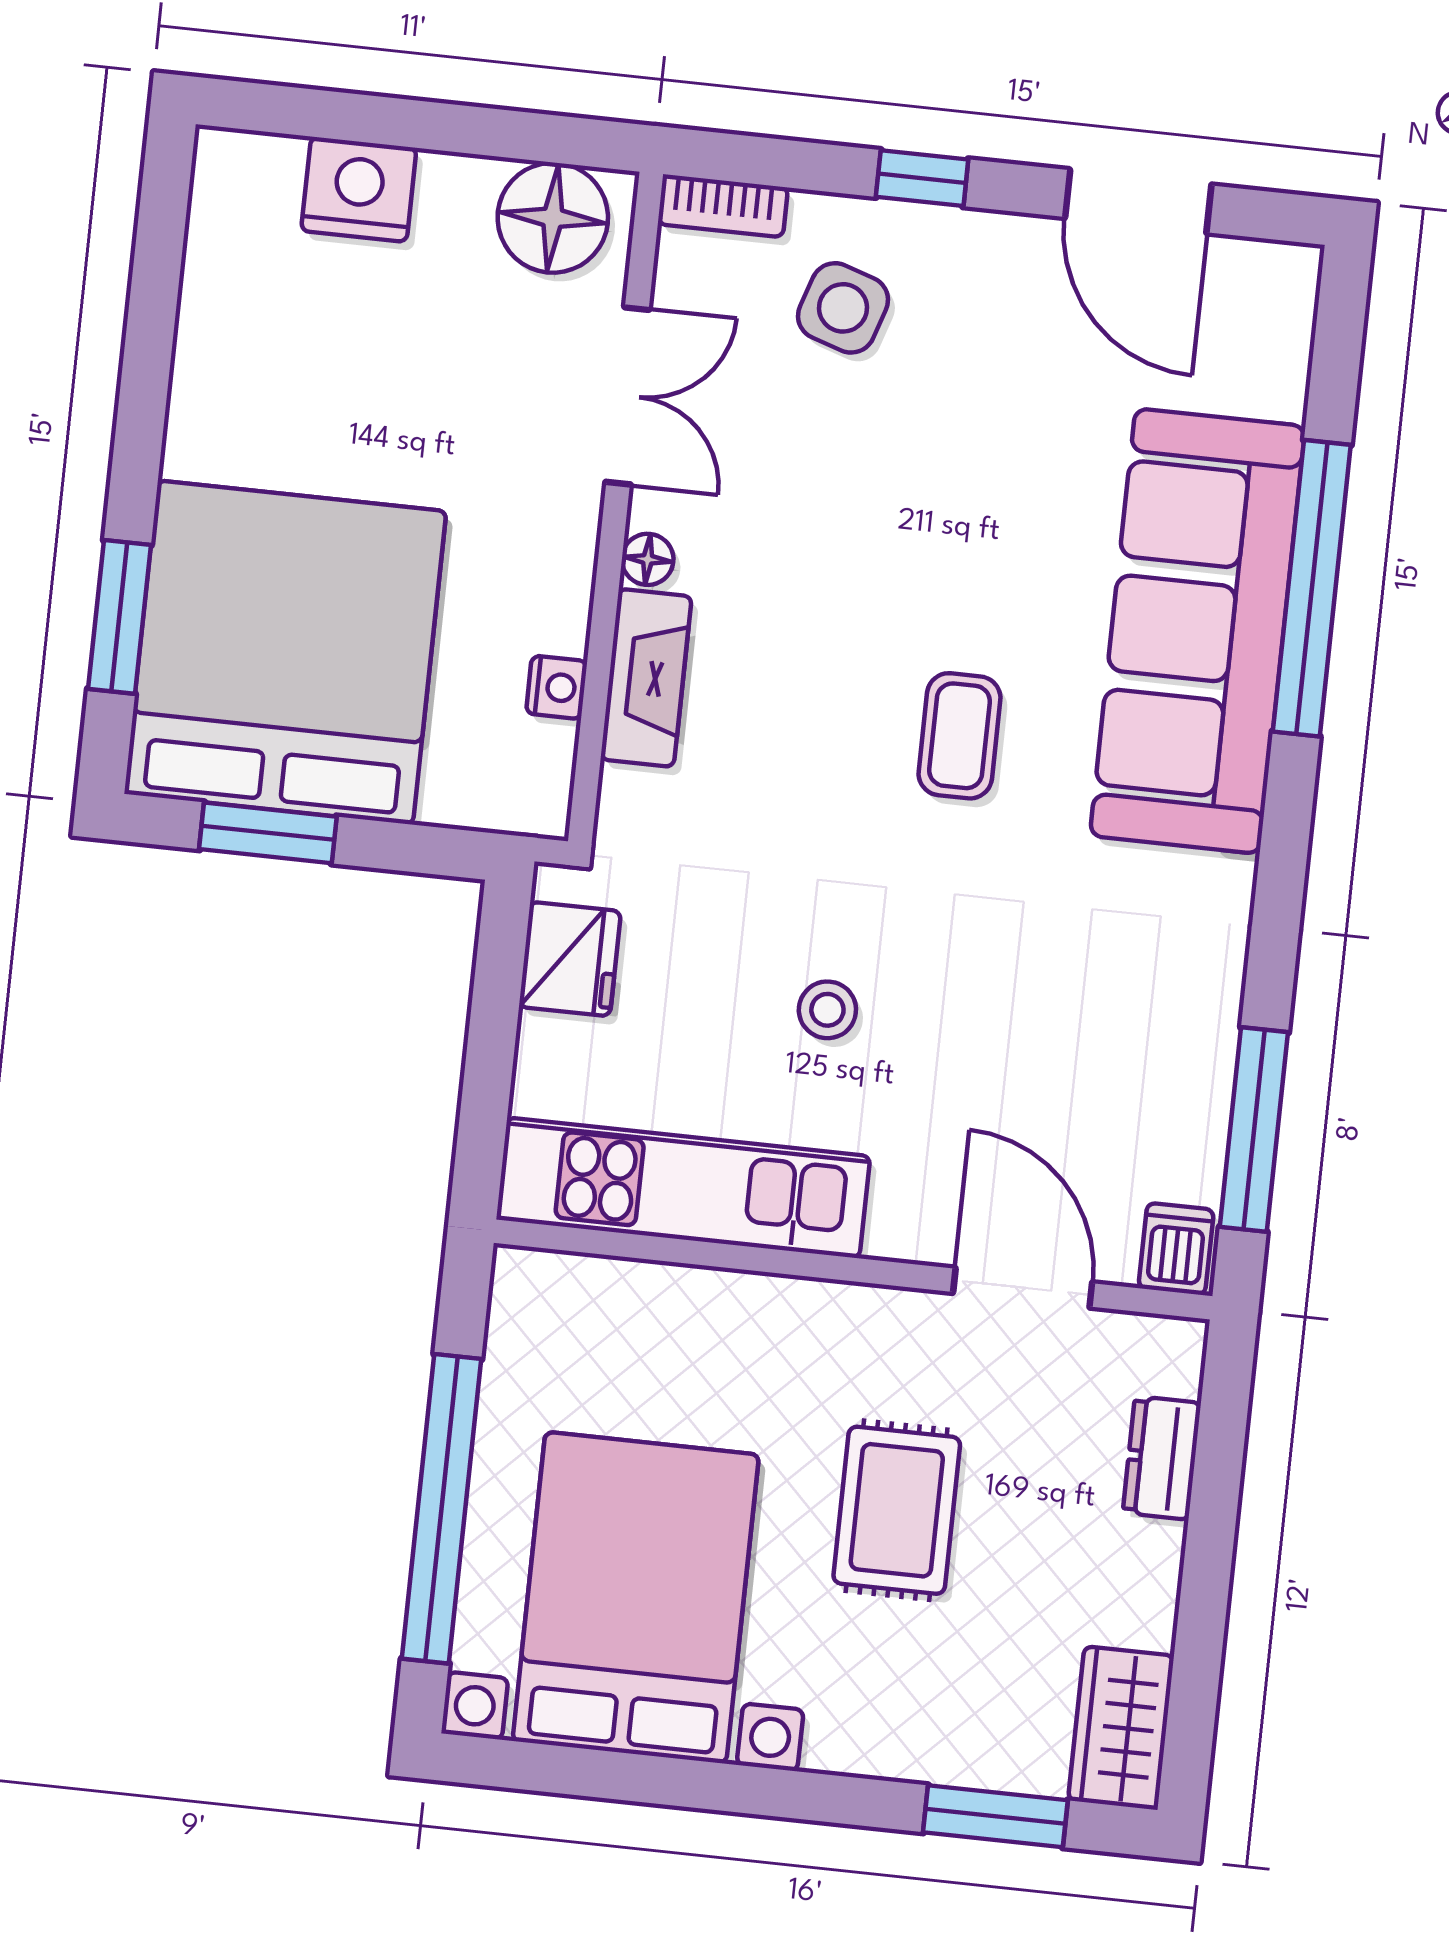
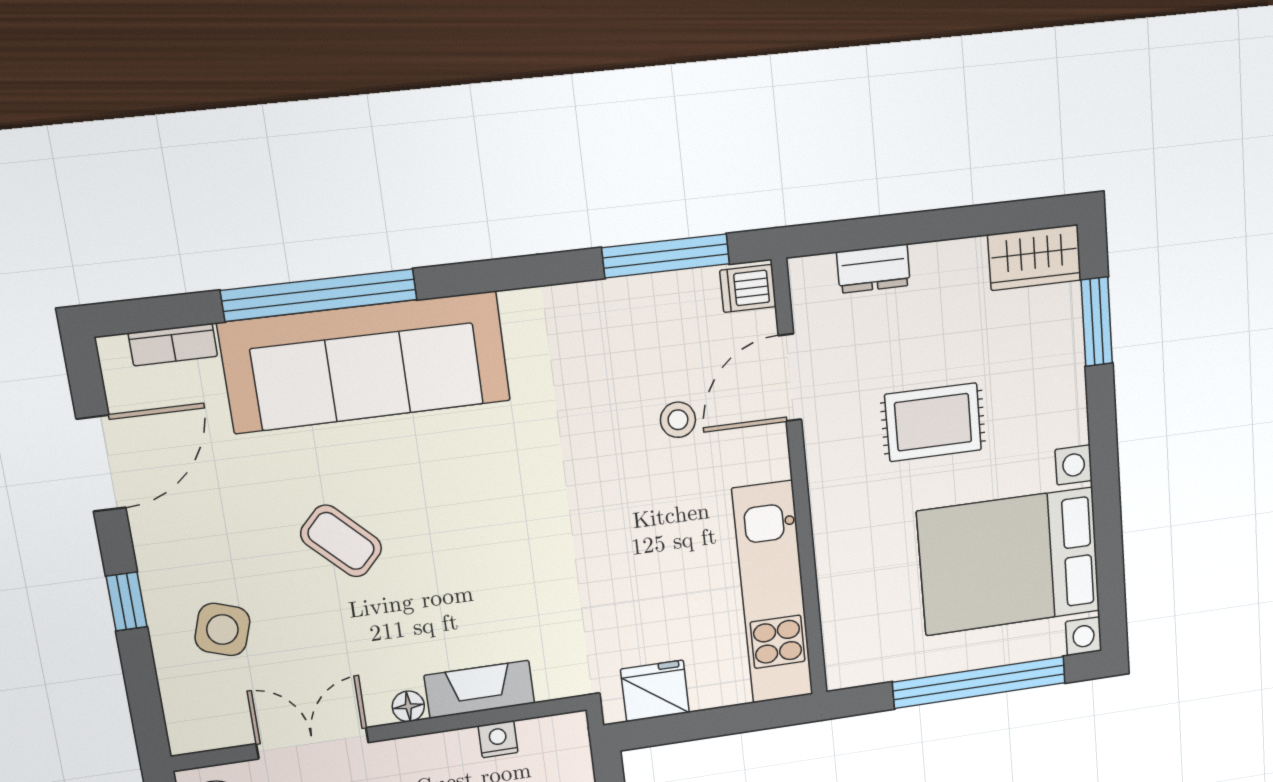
bookcase: (723, 206) -> (173, 345), moved, turned 90
coffee table: (959, 736) -> (341, 541), moved, turned 44
stool: (827, 1010) -> (678, 420), moved

